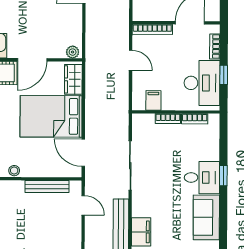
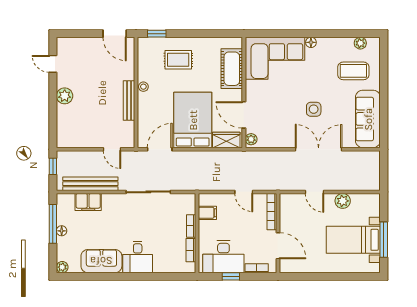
door: (32, 60) -> (244, 115), moved
door: (131, 60) -> (244, 192), hinge flipped
window: (223, 176) -> (139, 276), removed
bench: (47, 187) -> (129, 101), moved
door: (83, 205) -> (112, 149), hinge flipped

